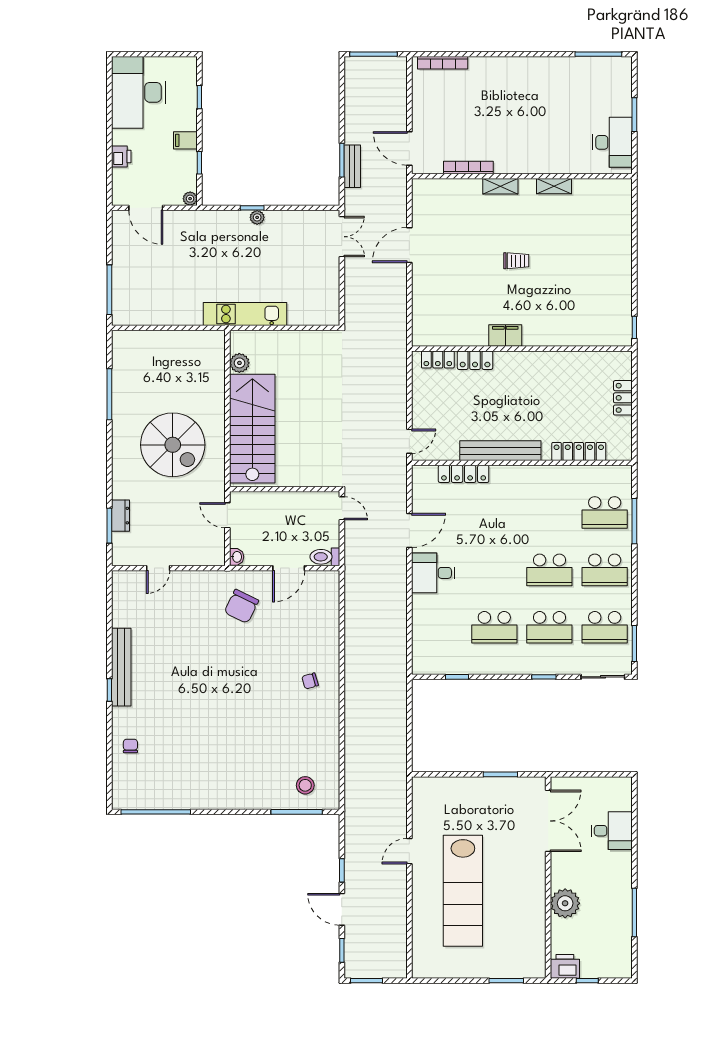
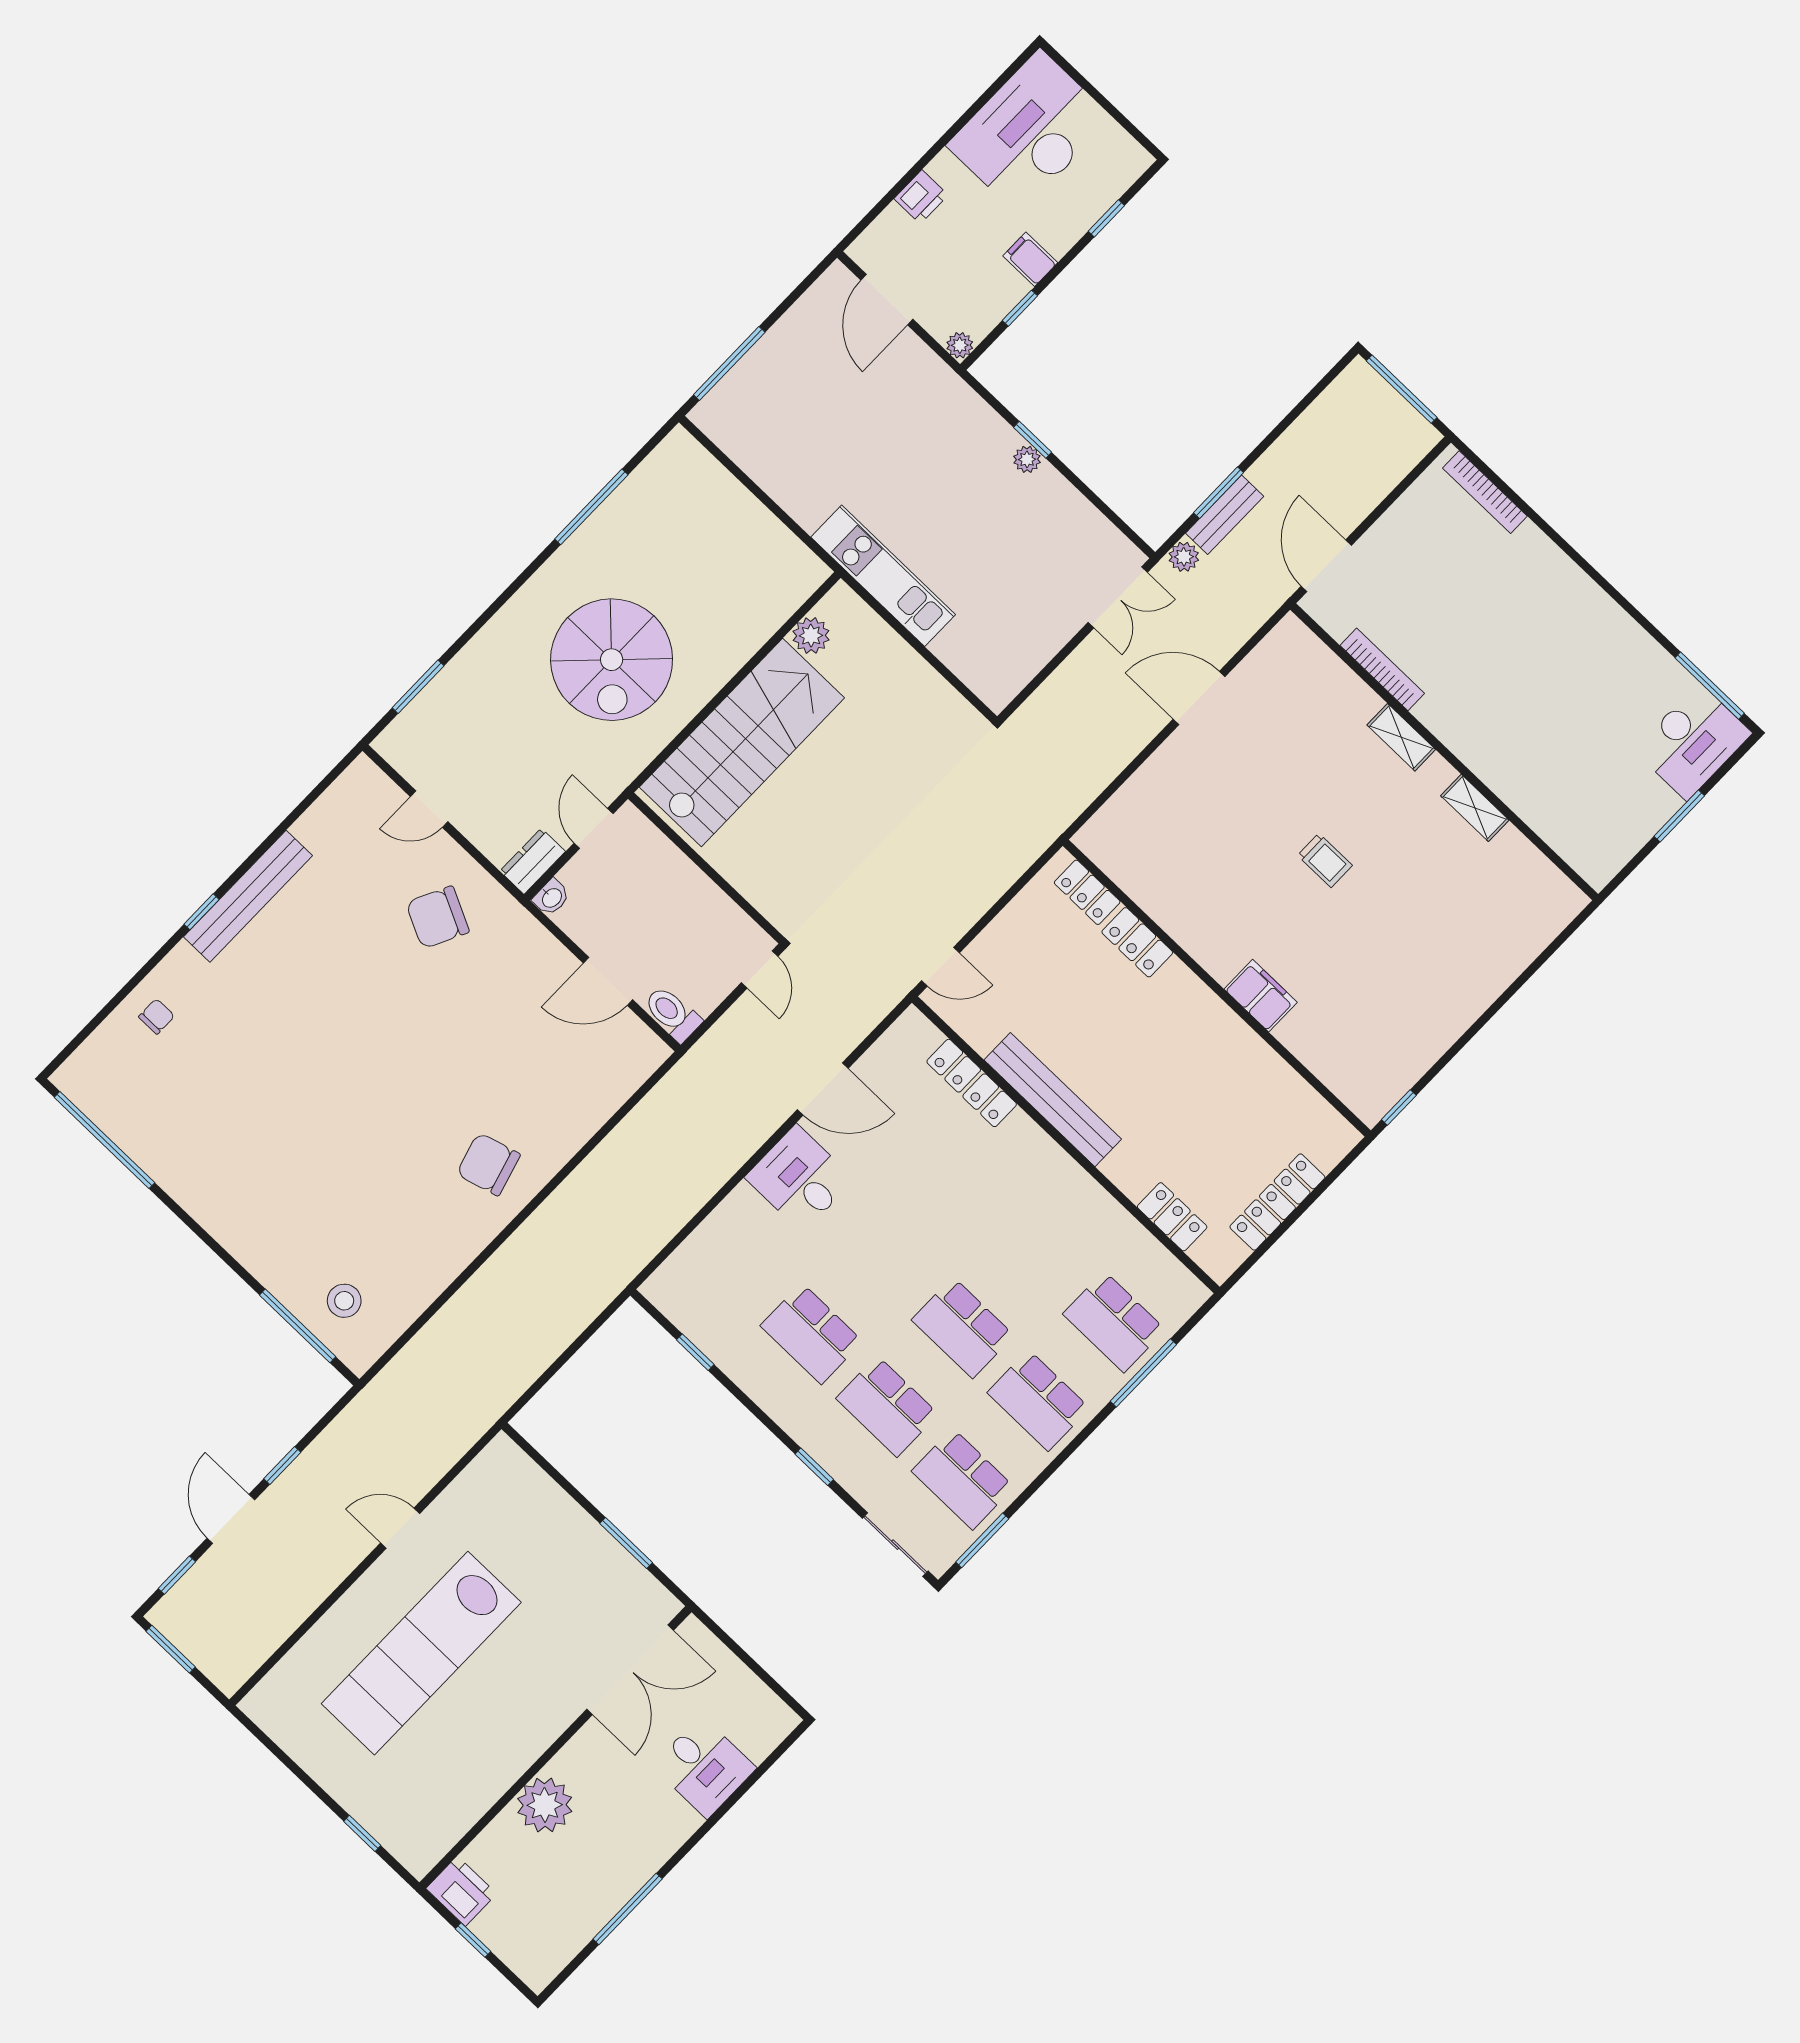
desk: (612, 142) -> (1693, 742), moved
plant: (352, 197) -> (1184, 557), added
filing cabinet: (505, 335) -> (1261, 996), moved
locker: (623, 398) -> (1277, 1202), width x1.53
locker: (579, 452) -> (1172, 1217), width x0.66
dresser: (120, 516) -> (533, 861), moved, turned 180
chair: (241, 606) -> (438, 917), moved
chair: (310, 681) -> (488, 1164), width x1.87, depth x1.87
window: (506, 981) -> (362, 1833), width x0.67

